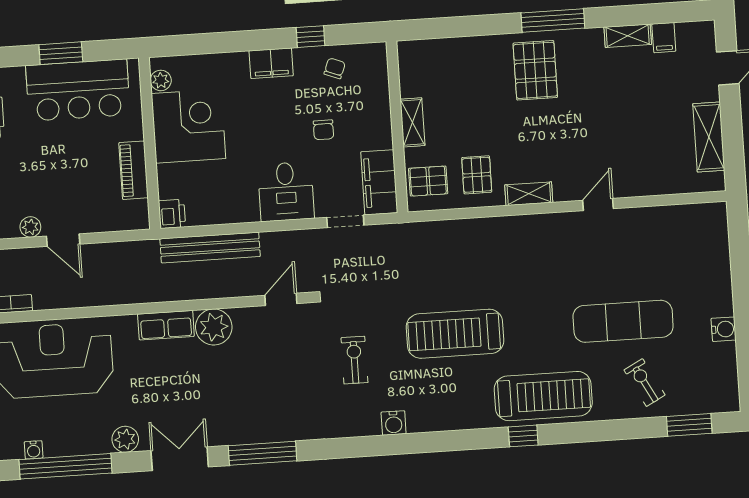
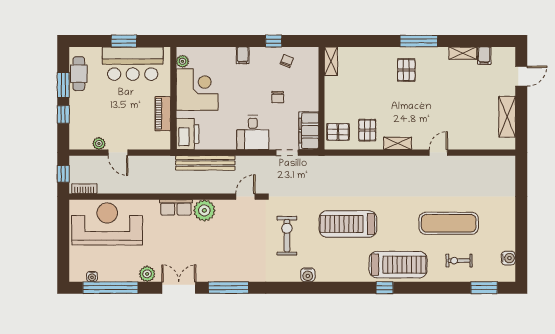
filing cabinet: (271, 63) -> (243, 55), width x0.50
pallet: (535, 70) -> (406, 70), width x0.67, depth x0.71
shelving: (412, 122) -> (331, 61), moved
printer: (172, 214) -> (188, 134), width x1.87, depth x1.48
water cooler: (724, 329) -> (508, 258), moved
exercise bike: (354, 360) -> (287, 236), width x1.38, depth x1.39
exercise bike: (644, 383) -> (459, 261), turned -62

